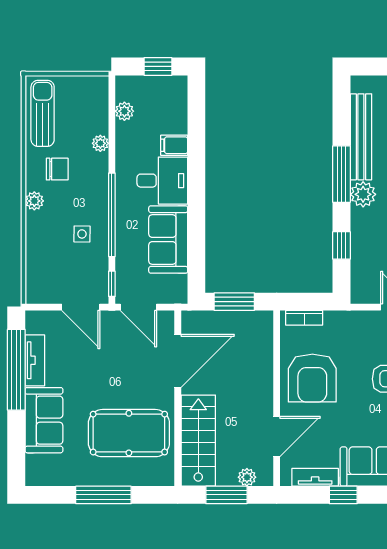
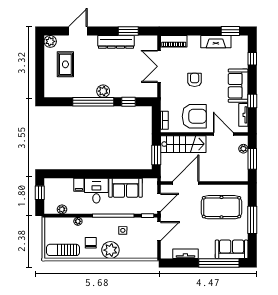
bench: (361, 137) -> (75, 92), removed
window: (341, 174) -> (93, 102), width x1.46
plant: (34, 201) -> (110, 250), width x1.87, depth x1.87
door: (178, 361) -> (186, 183), hinge flipped
window: (16, 370) -> (219, 263), moved
sofa: (44, 420) -> (232, 249), moved
pool table: (129, 433) -> (221, 207), turned 90
stairs: (198, 441) -> (183, 144), moved, turned 180

